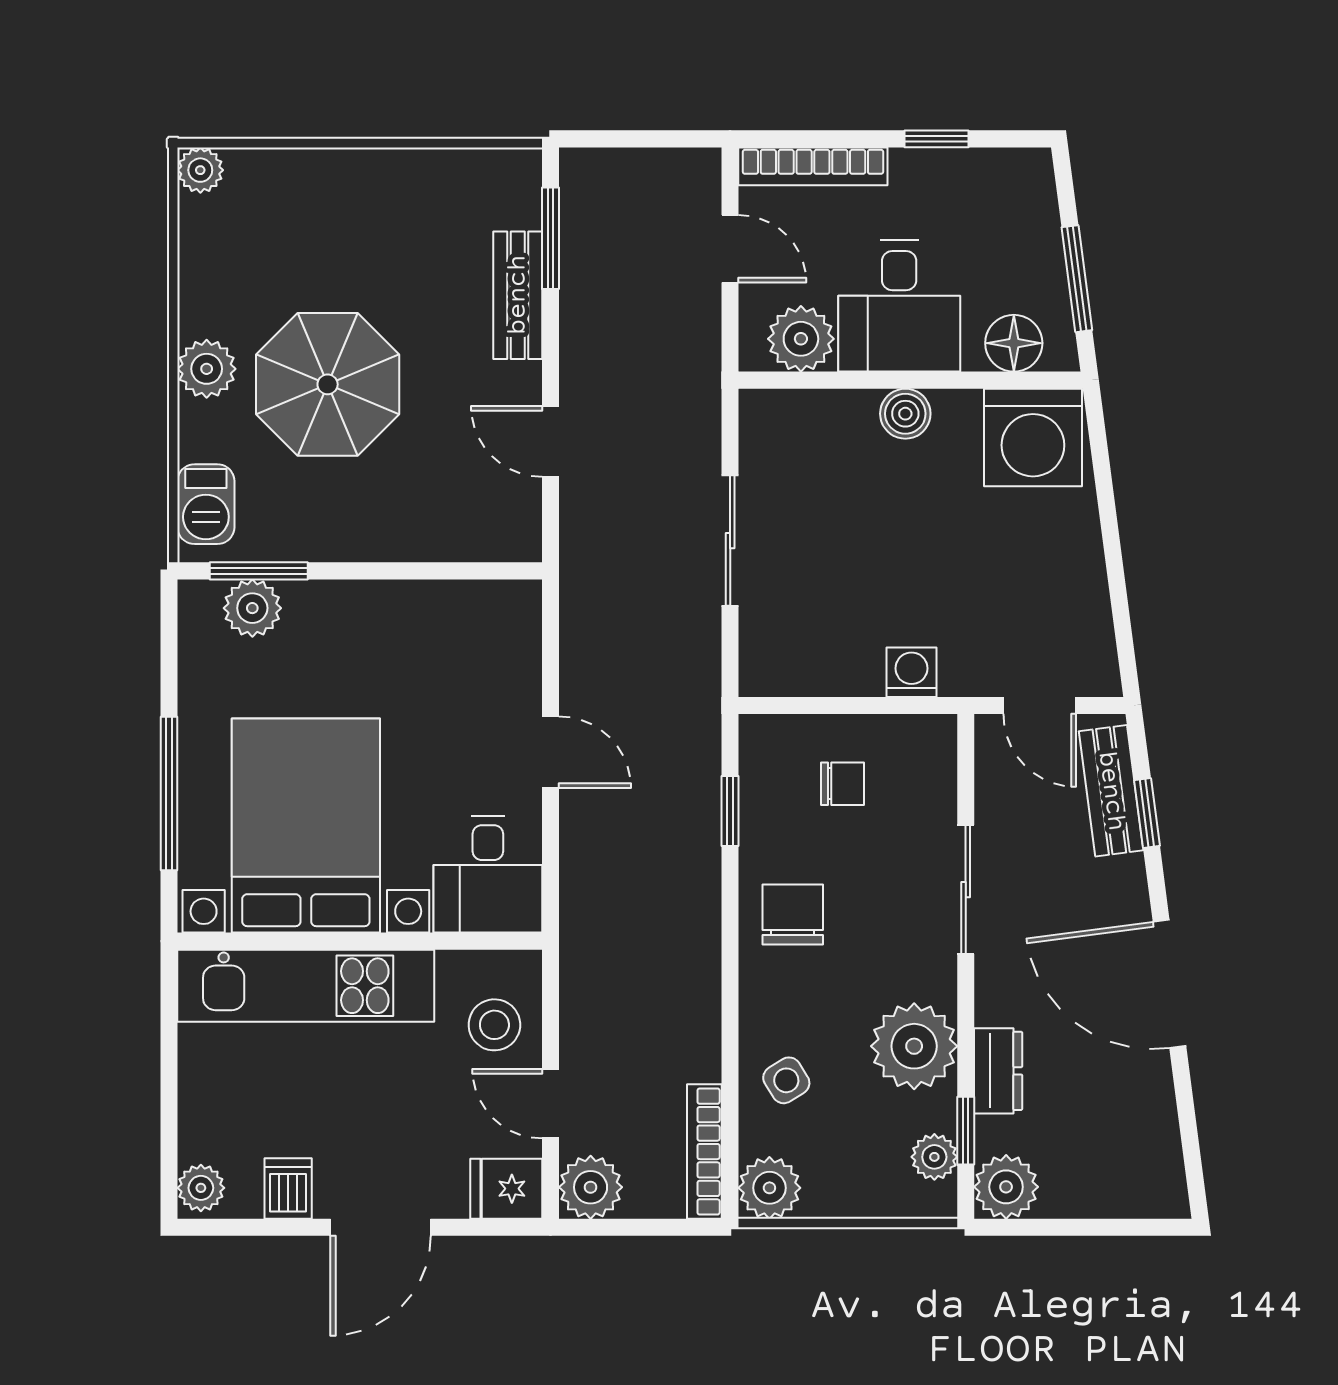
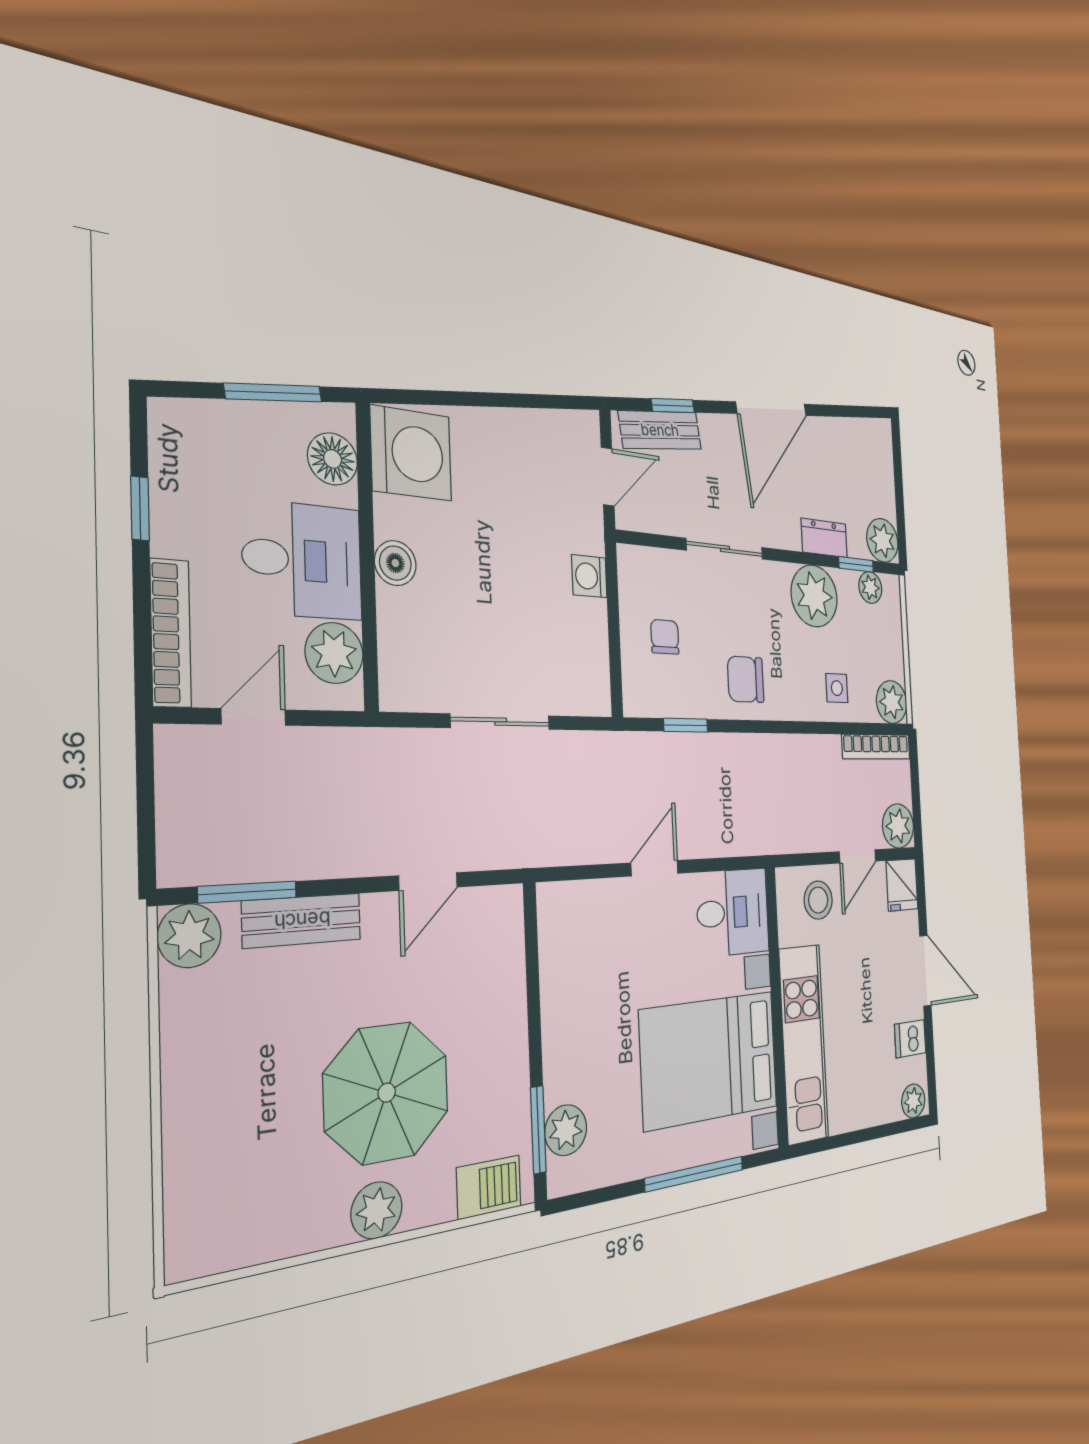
plant: (200, 170) -> (189, 936), moved, width x1.38, depth x1.38
side table: (786, 1080) -> (837, 688), turned 32

